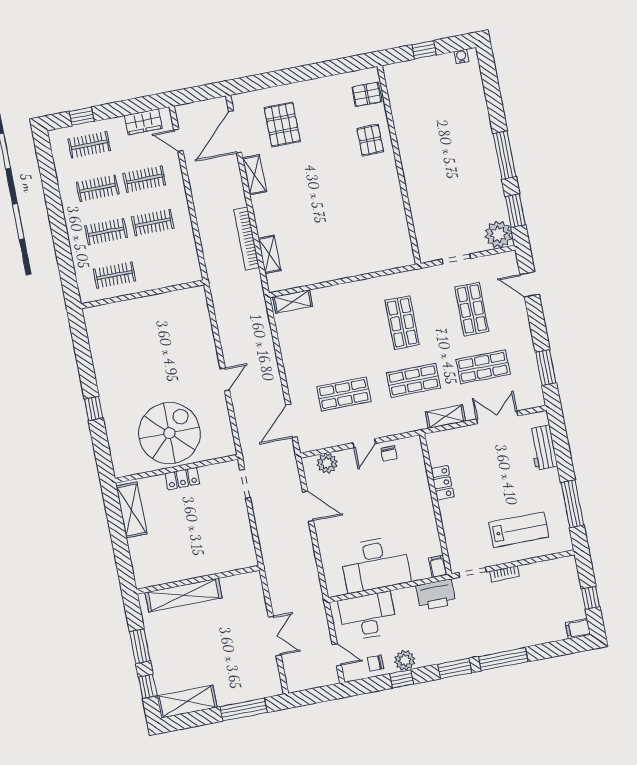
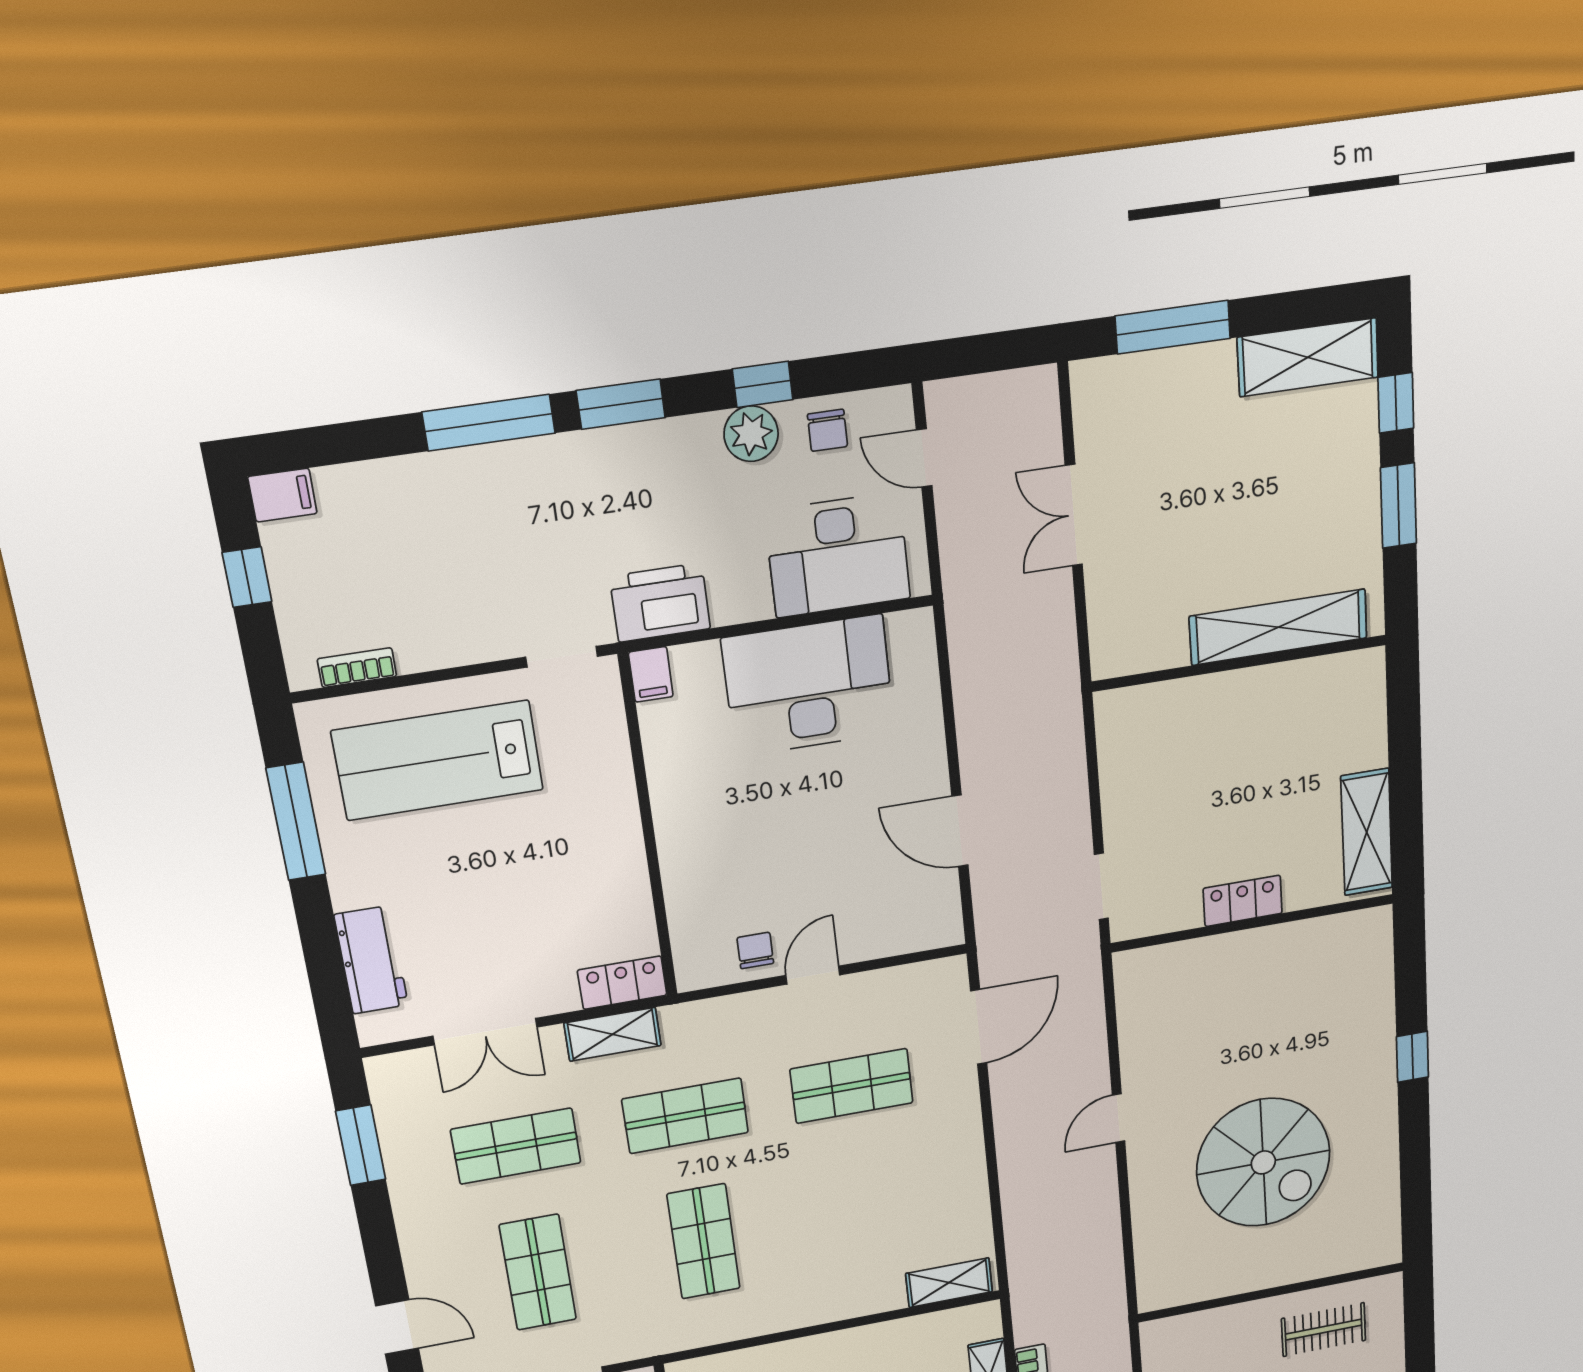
spiral stairs: (169, 433) -> (1263, 1162), moved, turned -90
plant: (327, 463) -> (905, 930), removed
locker: (442, 483) -> (622, 983), moved, turned 90
lab bench: (519, 530) -> (438, 760), width x1.36, depth x1.39
bookcase: (505, 574) -> (357, 668), moved
chair: (375, 663) -> (827, 430), turned 90

